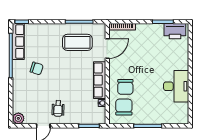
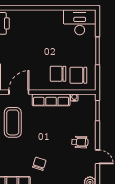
door: (107, 48) -> (19, 92), hinge flipped
desk: (176, 86) -> (80, 22), moved
chair: (125, 87) -> (58, 74), turned 180

